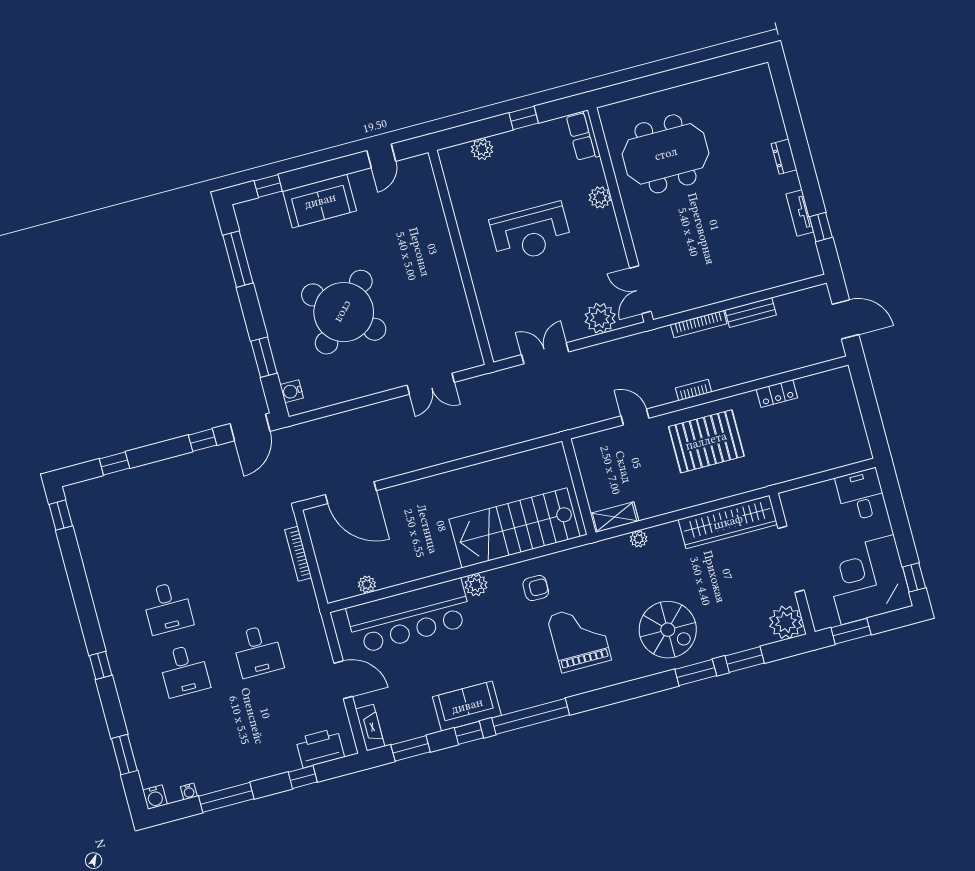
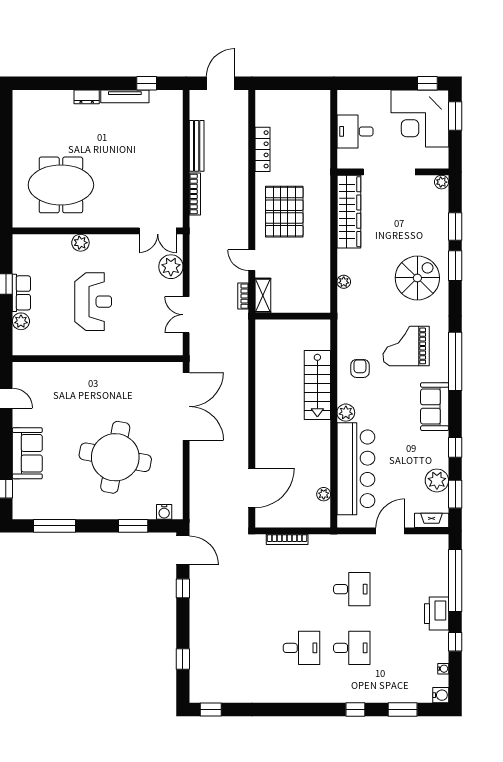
row of seats: (583, 136) -> (21, 293), moved, turned -90
meeting table: (666, 154) -> (61, 185), turned 90
tv unit: (800, 213) -> (125, 96), width x1.41
round table: (344, 312) -> (115, 457), turned -33
bench: (751, 313) -> (197, 146), width x1.36
double door: (431, 384) -> (186, 406), width x1.87
bookcase: (693, 390) -> (243, 296), moved
locker: (777, 393) -> (262, 149), width x1.53
door: (635, 417) -> (252, 260), hinge flipped
desk: (861, 495) -> (355, 131), moved
shelving: (615, 517) -> (263, 295), moved
stairs: (515, 528) -> (317, 385), width x0.73, depth x0.66
plant: (786, 622) -> (442, 182), width x0.53, depth x0.53
window: (851, 631) -> (455, 116), moved
window: (101, 665) -> (355, 710), moved
sofa: (467, 706) -> (435, 407), moved
window: (531, 716) -> (455, 361), moved
plant: (422, 721) -> (437, 480), added
printer: (320, 748) -> (437, 614), moved
window: (303, 777) -> (455, 581), width x3.17
window: (226, 797) -> (455, 642), width x0.46

